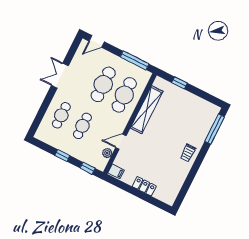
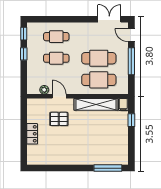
window: (135, 60) -> (131, 61), moved
double door: (60, 76) -> (109, 19), moved
pallet: (143, 153) -> (59, 119), added
trolley: (188, 153) -> (77, 156), removed
window: (88, 168) -> (24, 34), moved
filing cabinet: (116, 171) -> (123, 105), moved

